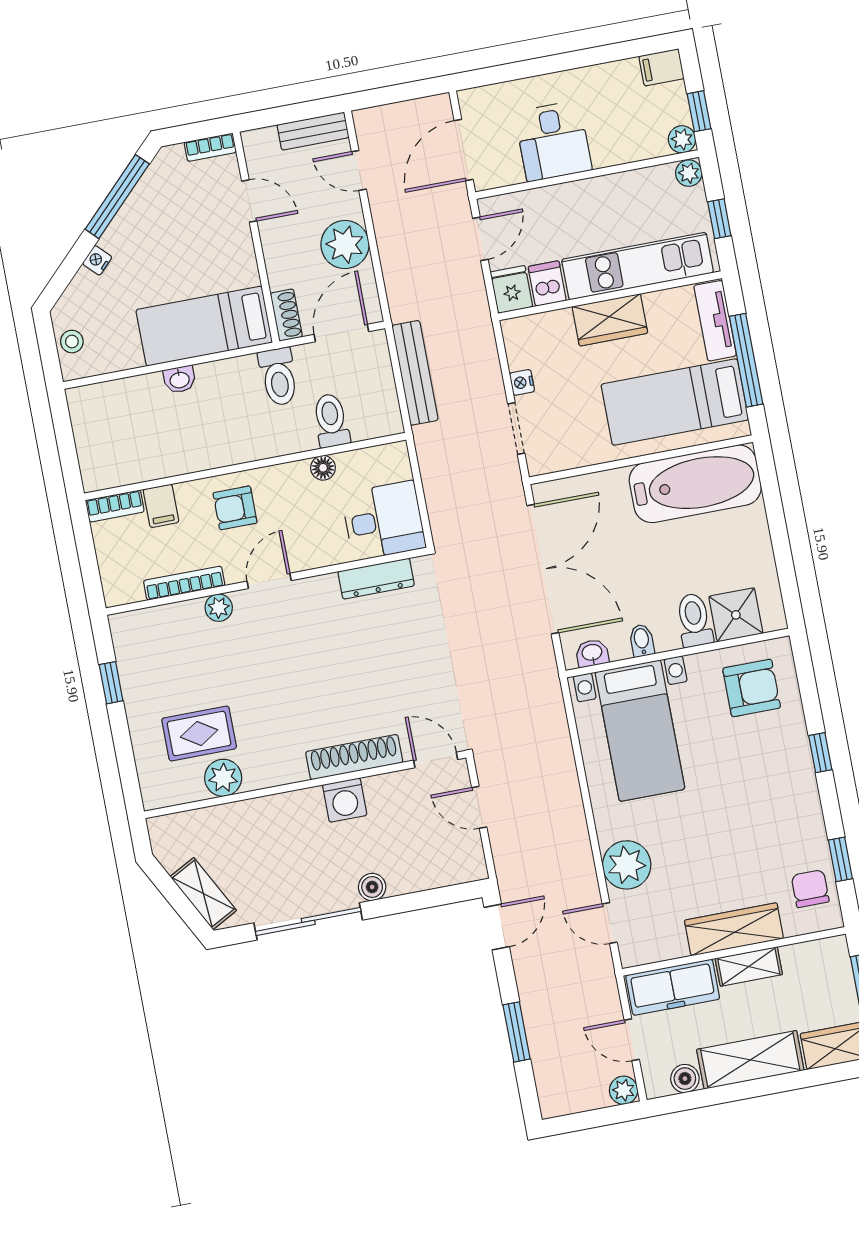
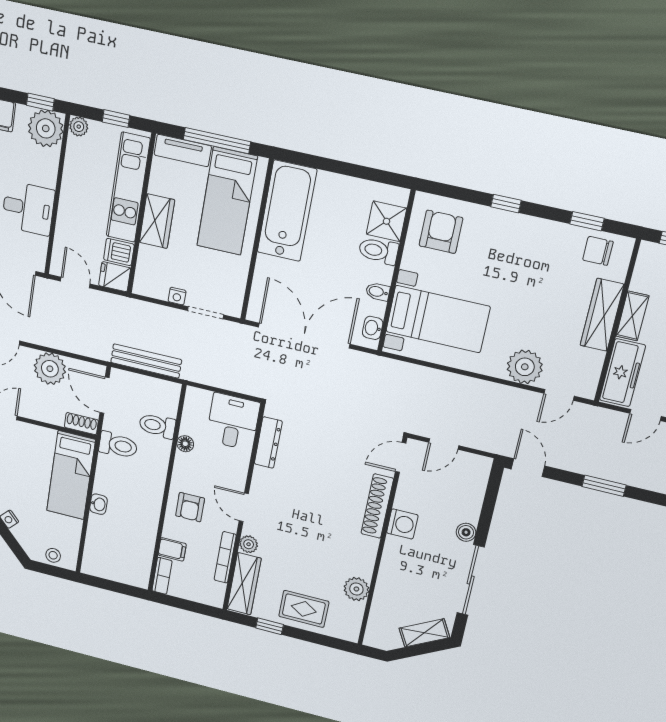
plant: (682, 139) -> (46, 128), width x1.88, depth x1.88
wardrobe: (158, 624) -> (244, 584), added
rug: (199, 733) -> (304, 609), moved, turned 90

